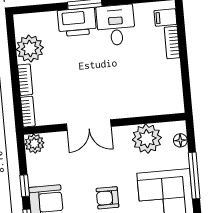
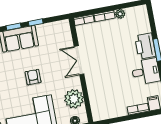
plant: (30, 48) -> (120, 14), width x0.53, depth x0.53
plant: (34, 144) -> (64, 26), removed

